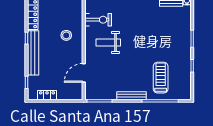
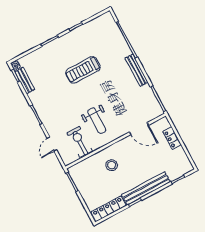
treadmill: (161, 78) -> (83, 70), moved
locker: (47, 95) -> (172, 138), moved

